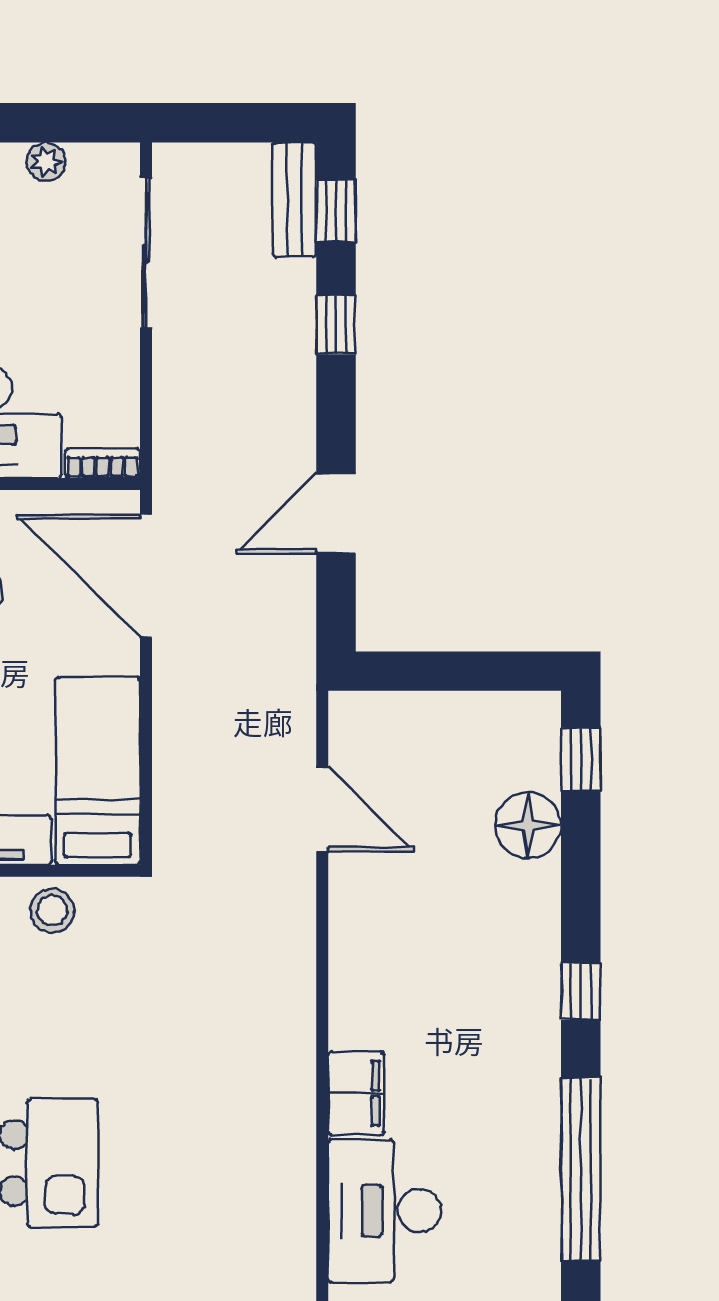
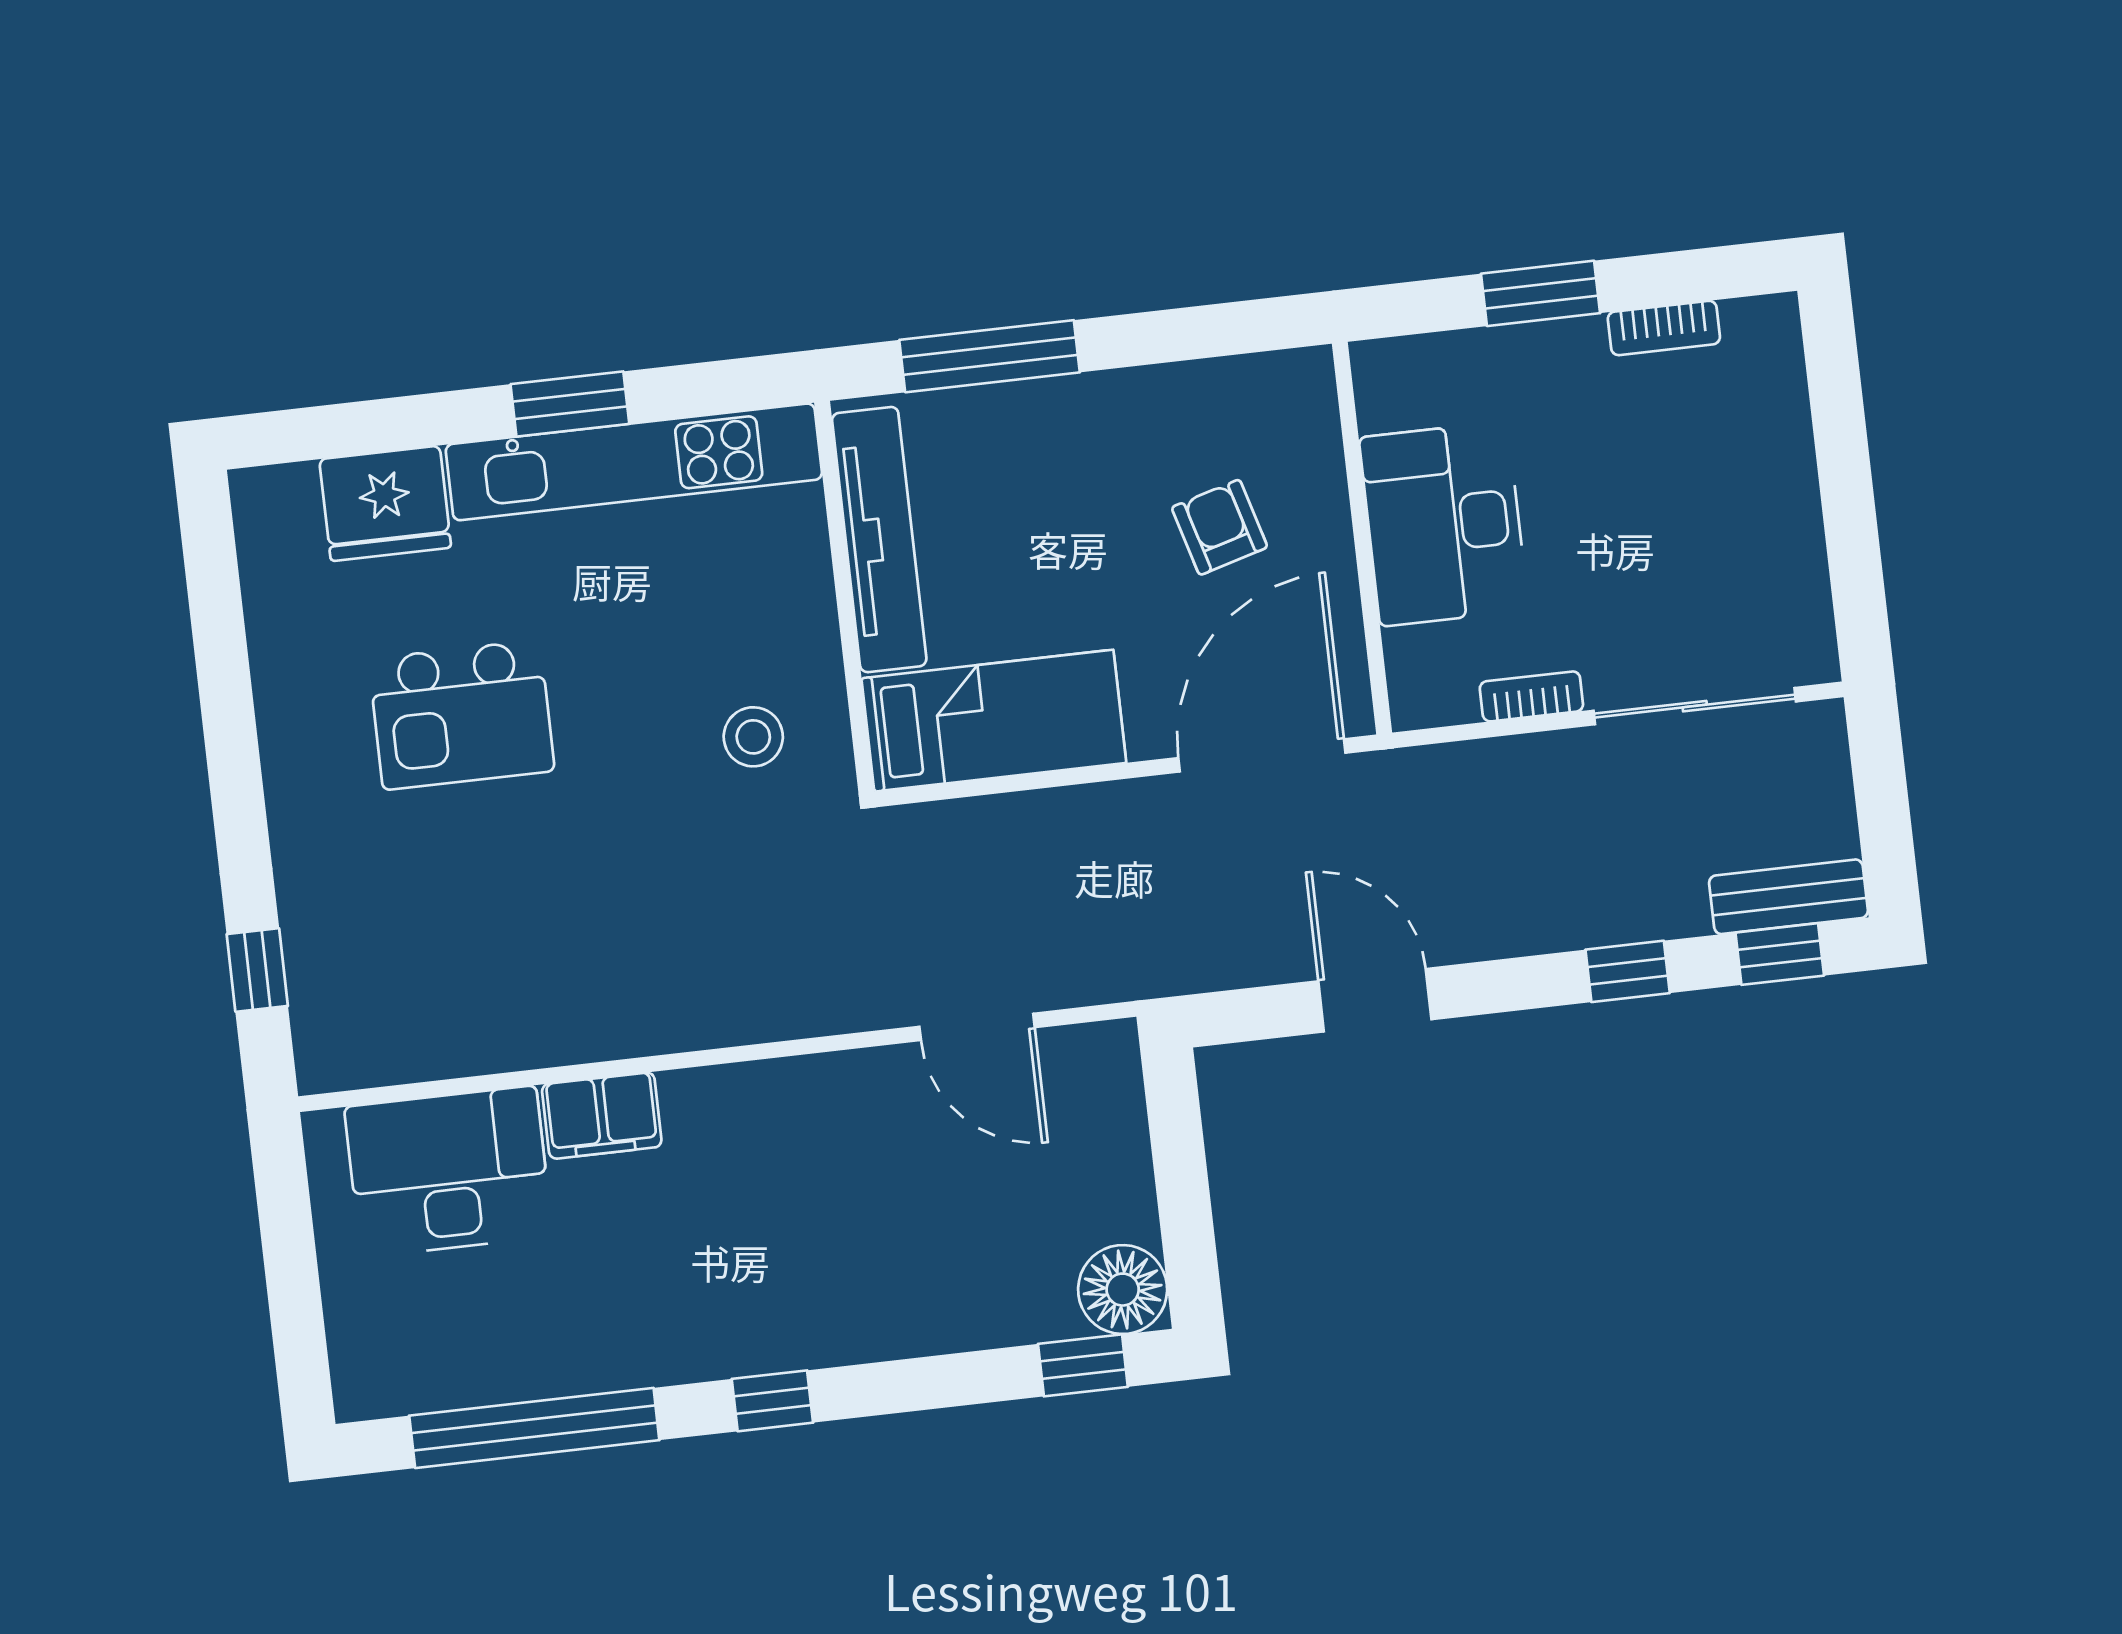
plant: (46, 162) -> (1802, 558), removed
bookcase: (103, 463) -> (1531, 696), moved, turned -90
door: (322, 809) -> (977, 1027), hinge flipped
floor lamp: (528, 825) -> (1123, 1290), moved
stool: (52, 911) -> (753, 737), moved

